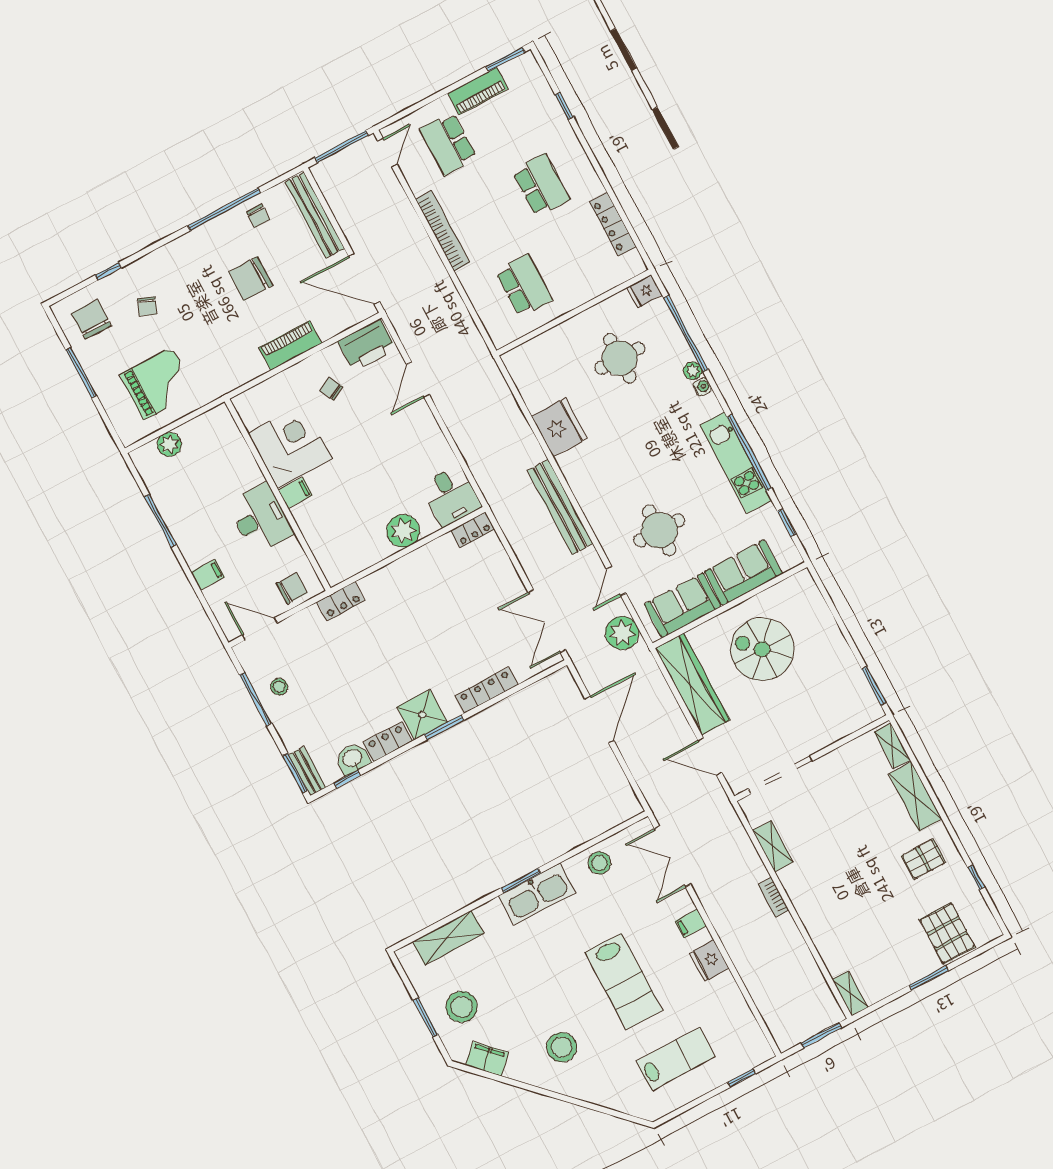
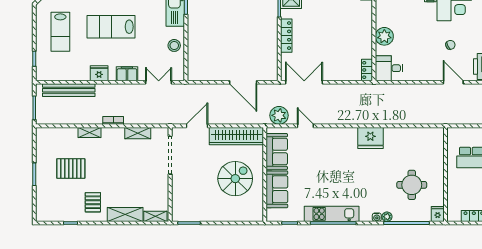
chair: (331, 389) -> (450, 45), moved
fridge: (559, 427) -> (370, 138), moved
bench: (560, 507) -> (69, 90), moved
round table: (659, 530) -> (319, 160), removed
double door: (672, 856) -> (159, 82), width x0.73
filing cabinet: (691, 924) -> (127, 74), width x2.00
pallet: (947, 933) -> (71, 168), moved
shelving: (850, 993) -> (89, 132), moved

